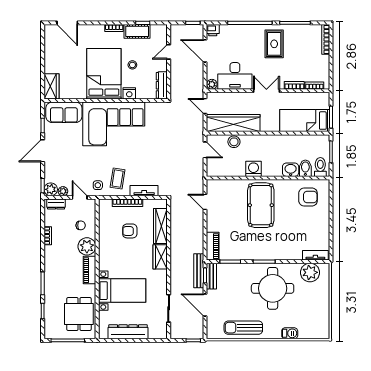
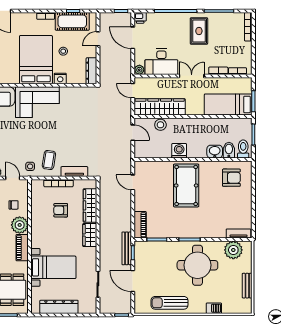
cot: (137, 31) -> (72, 21), width x1.37, depth x1.34
corner sofa: (114, 124) -> (37, 102), width x0.73, depth x0.74
bench: (211, 276) -> (247, 286), moved

